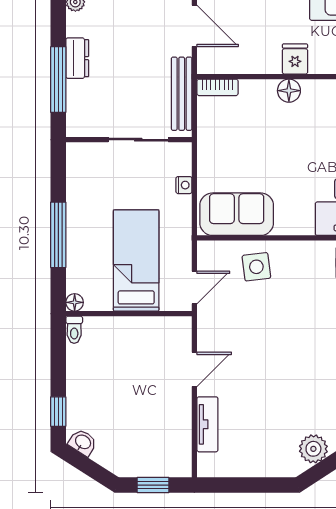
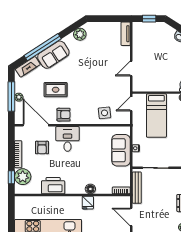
sofa: (237, 214) -> (121, 150), moved, turned 90
tv unit: (207, 424) -> (126, 34), moved

